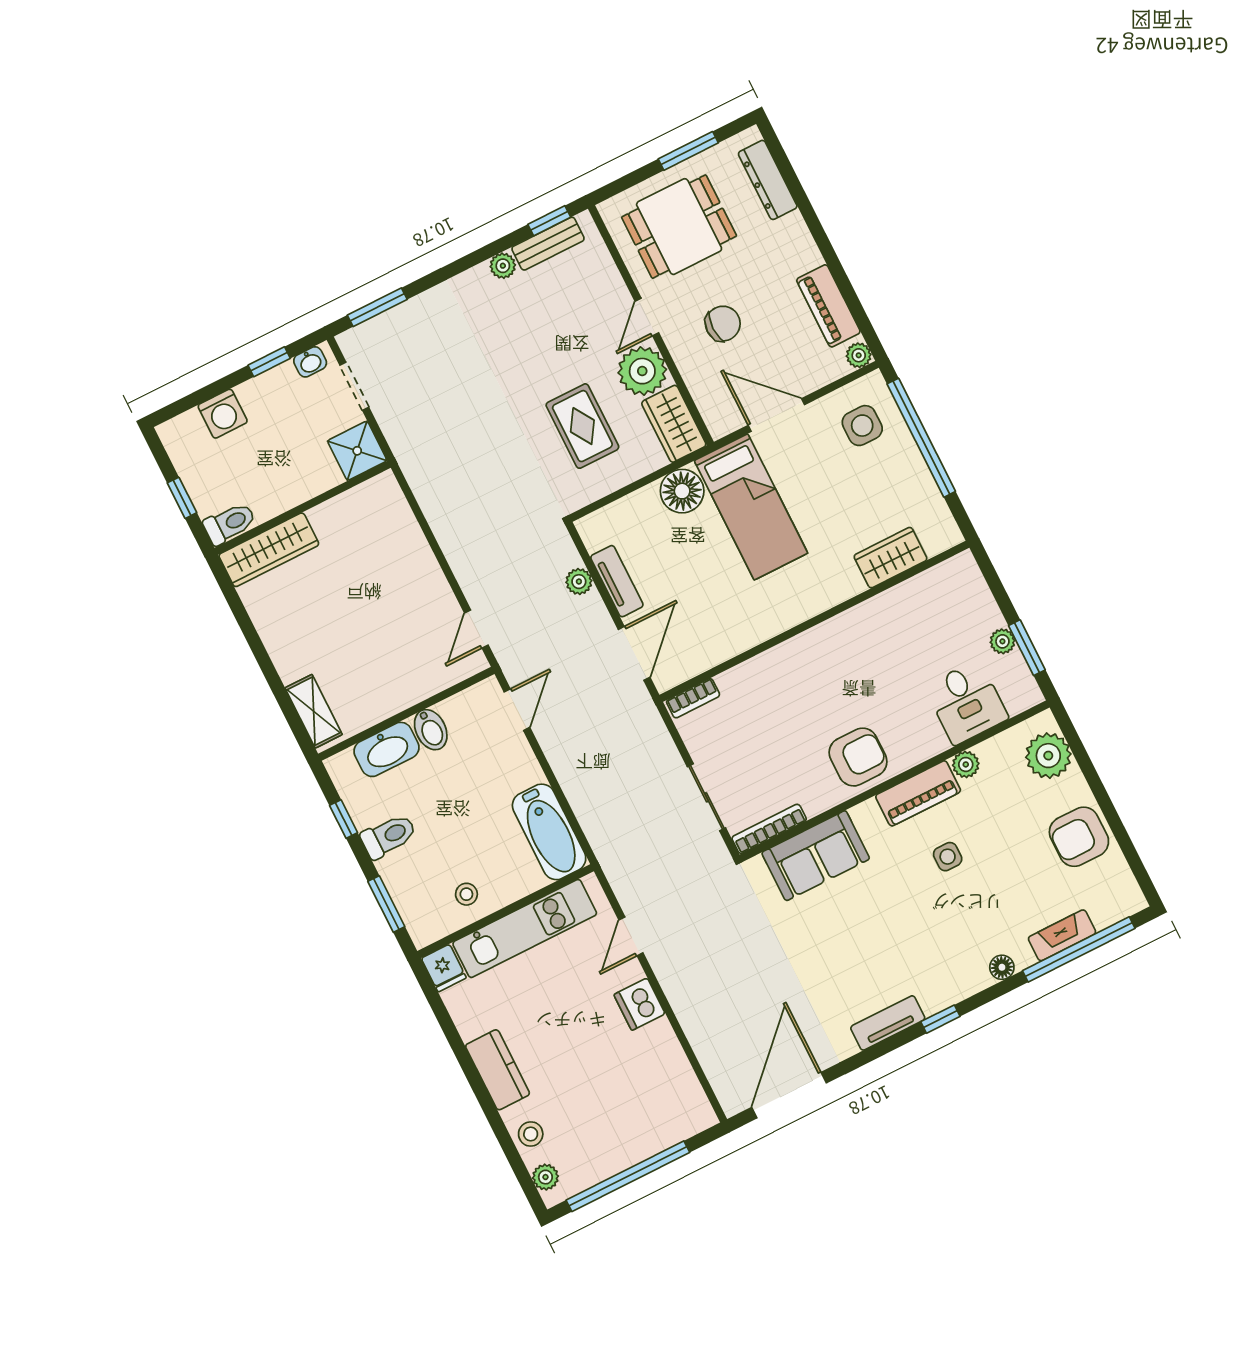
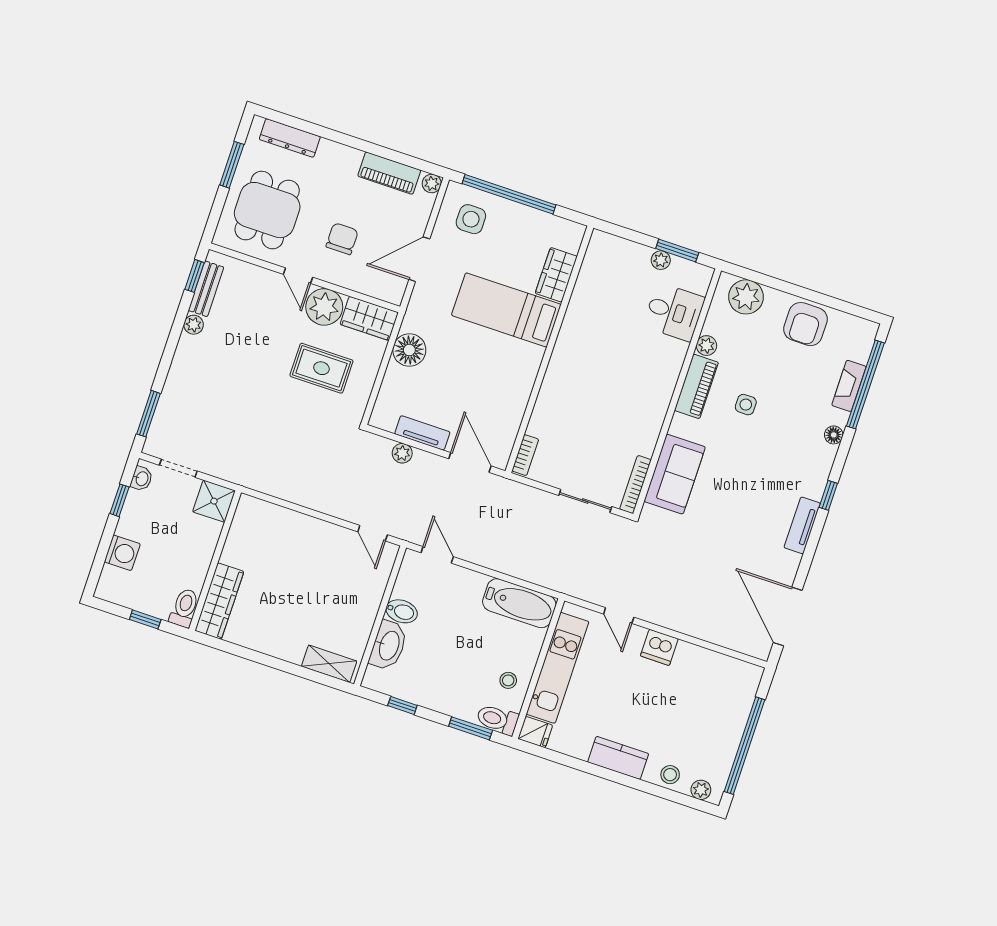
bed: (751, 507) -> (506, 310), moved, turned 180
armchair: (858, 757) -> (645, 399), removed
toilet: (389, 836) -> (497, 719), moved, turned -90

